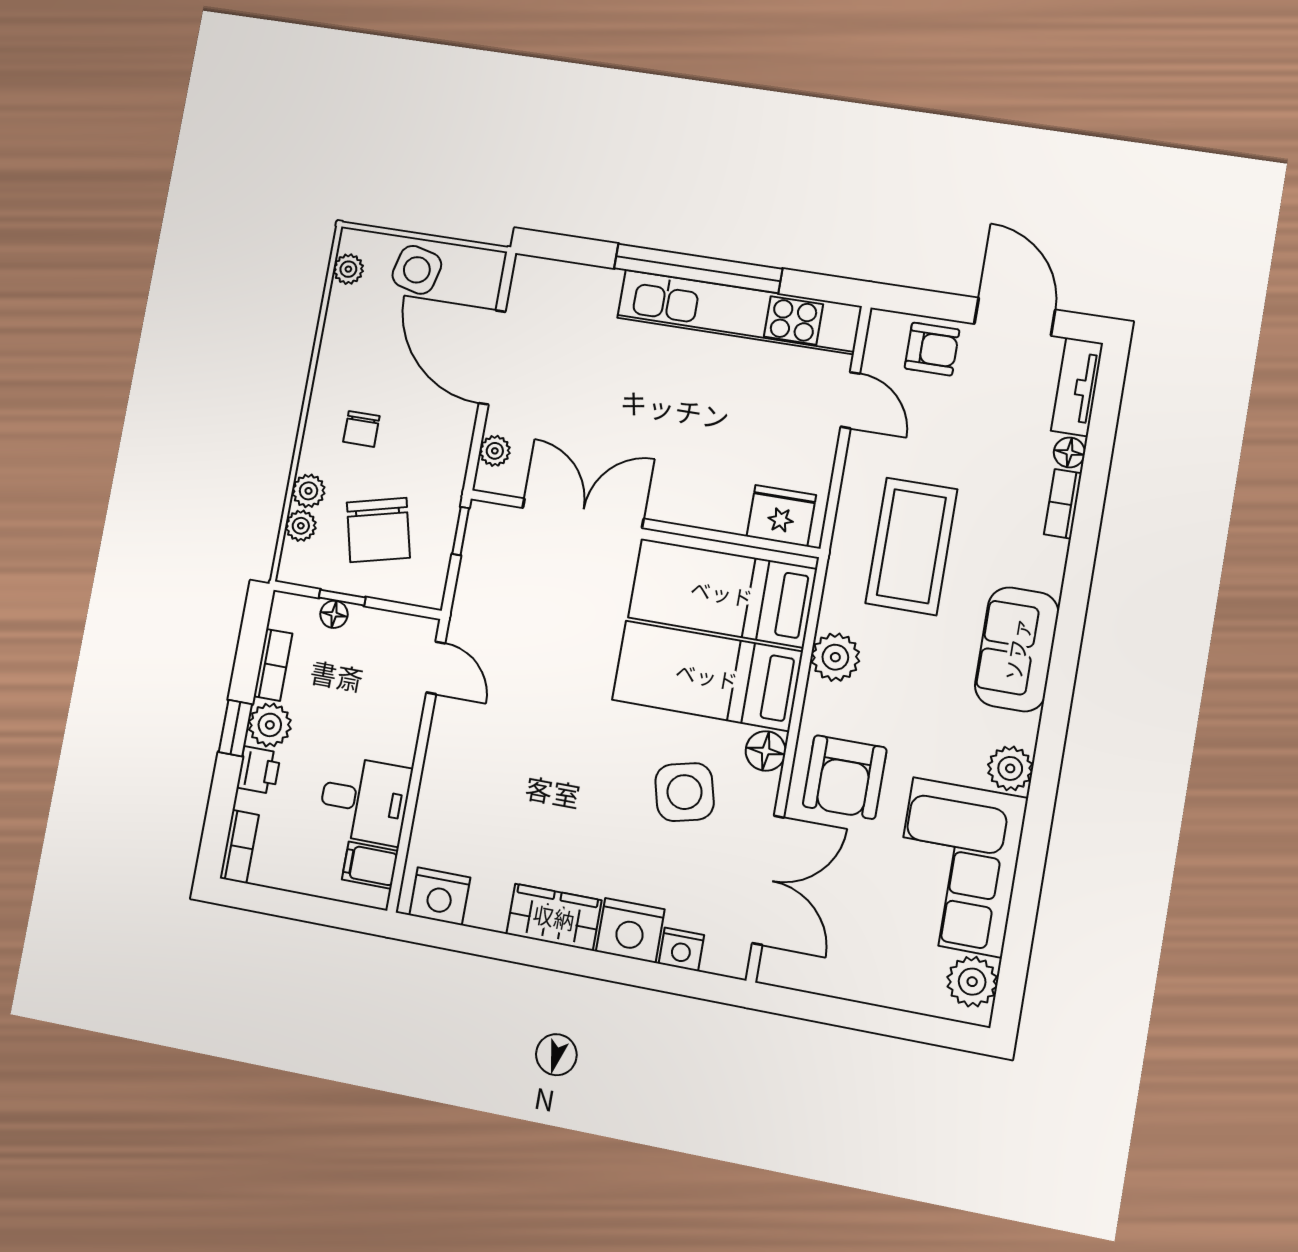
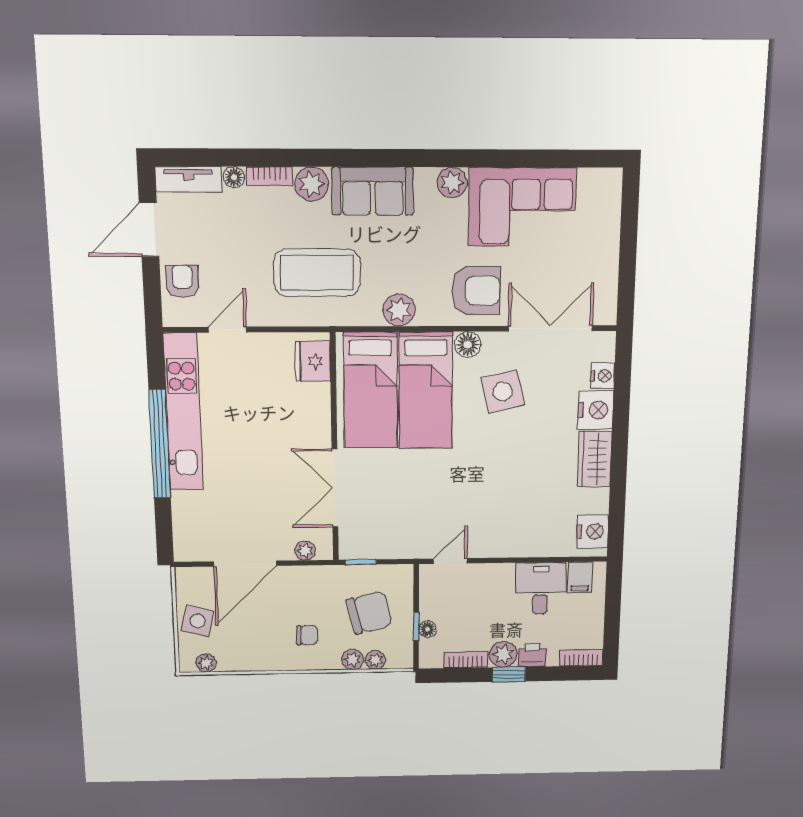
plant: (972, 982) -> (312, 184), moved

